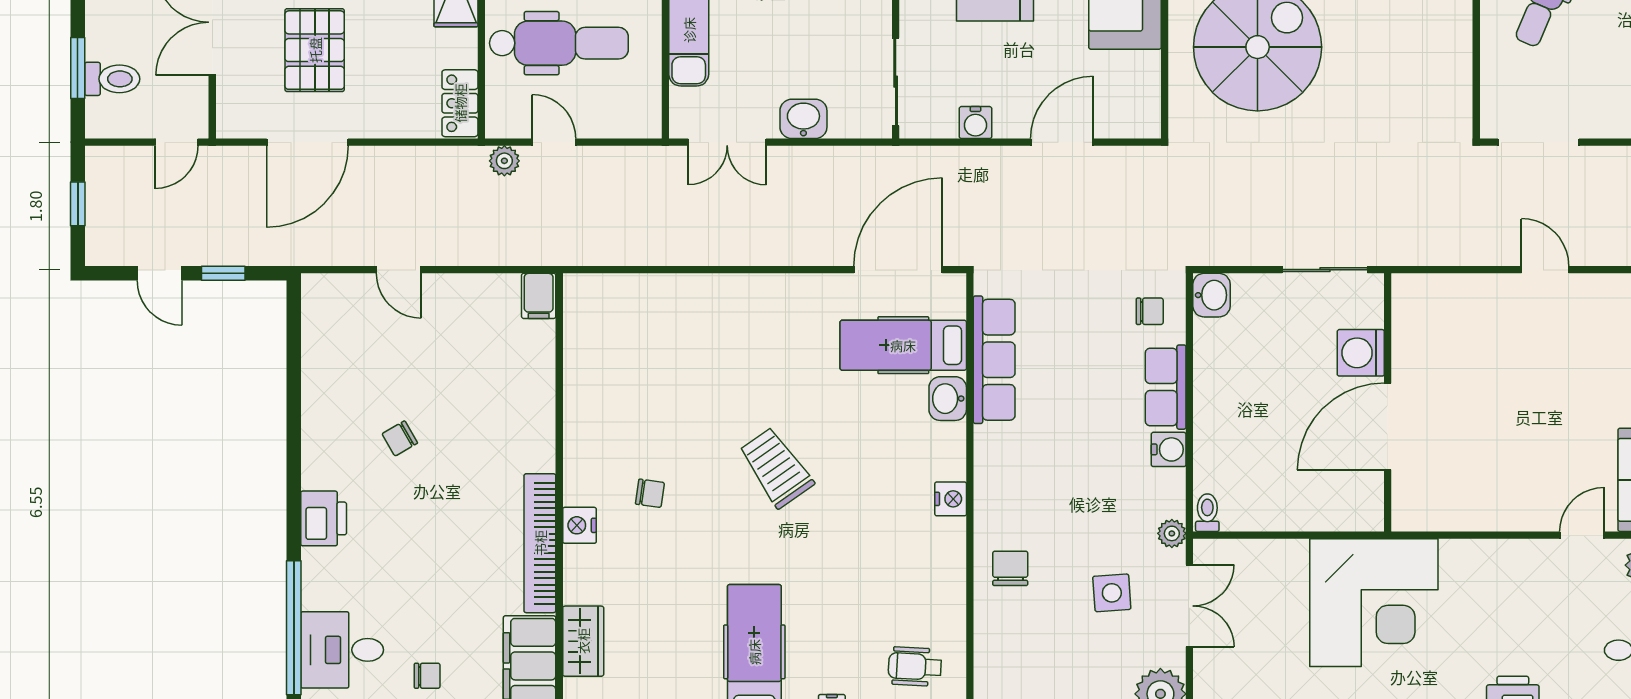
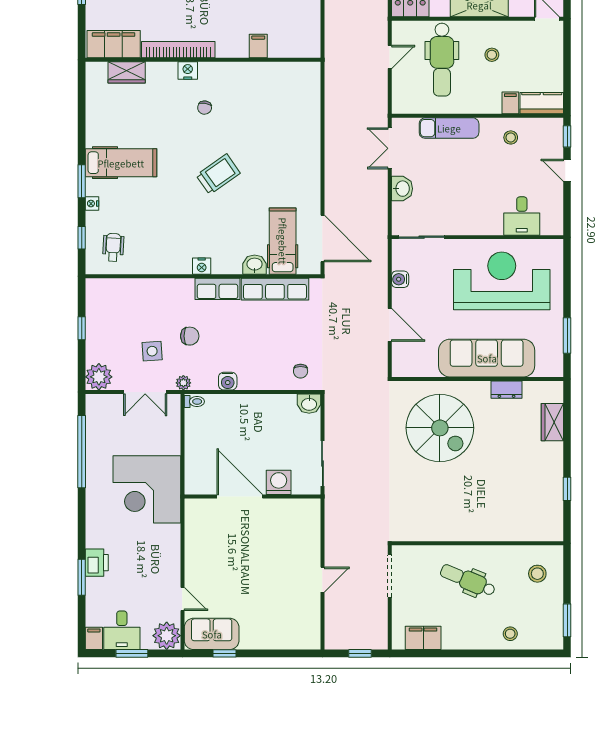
plant: (504, 161) -> (380, 31), removed
filing cabinet: (539, 296) -> (258, 46), moved, turned 90
row of seats: (1166, 387) -> (217, 289), moved, turned 180
chair: (1010, 568) -> (190, 336), moved

